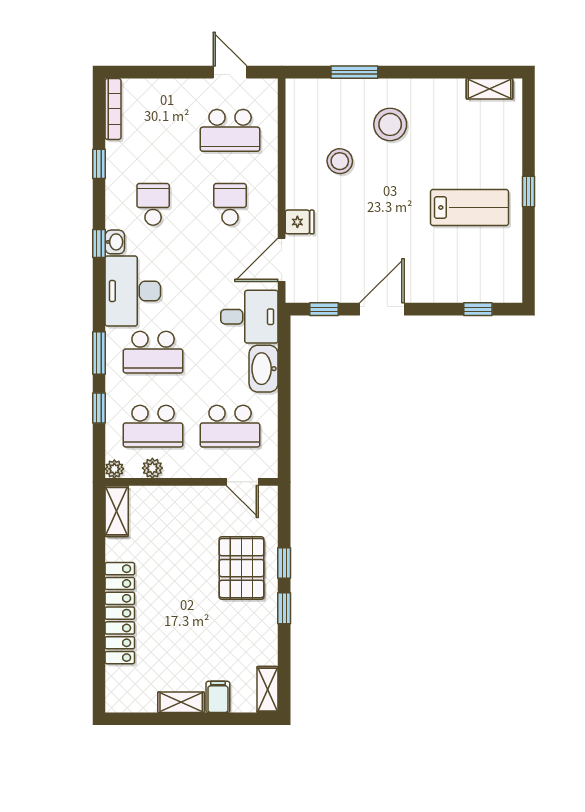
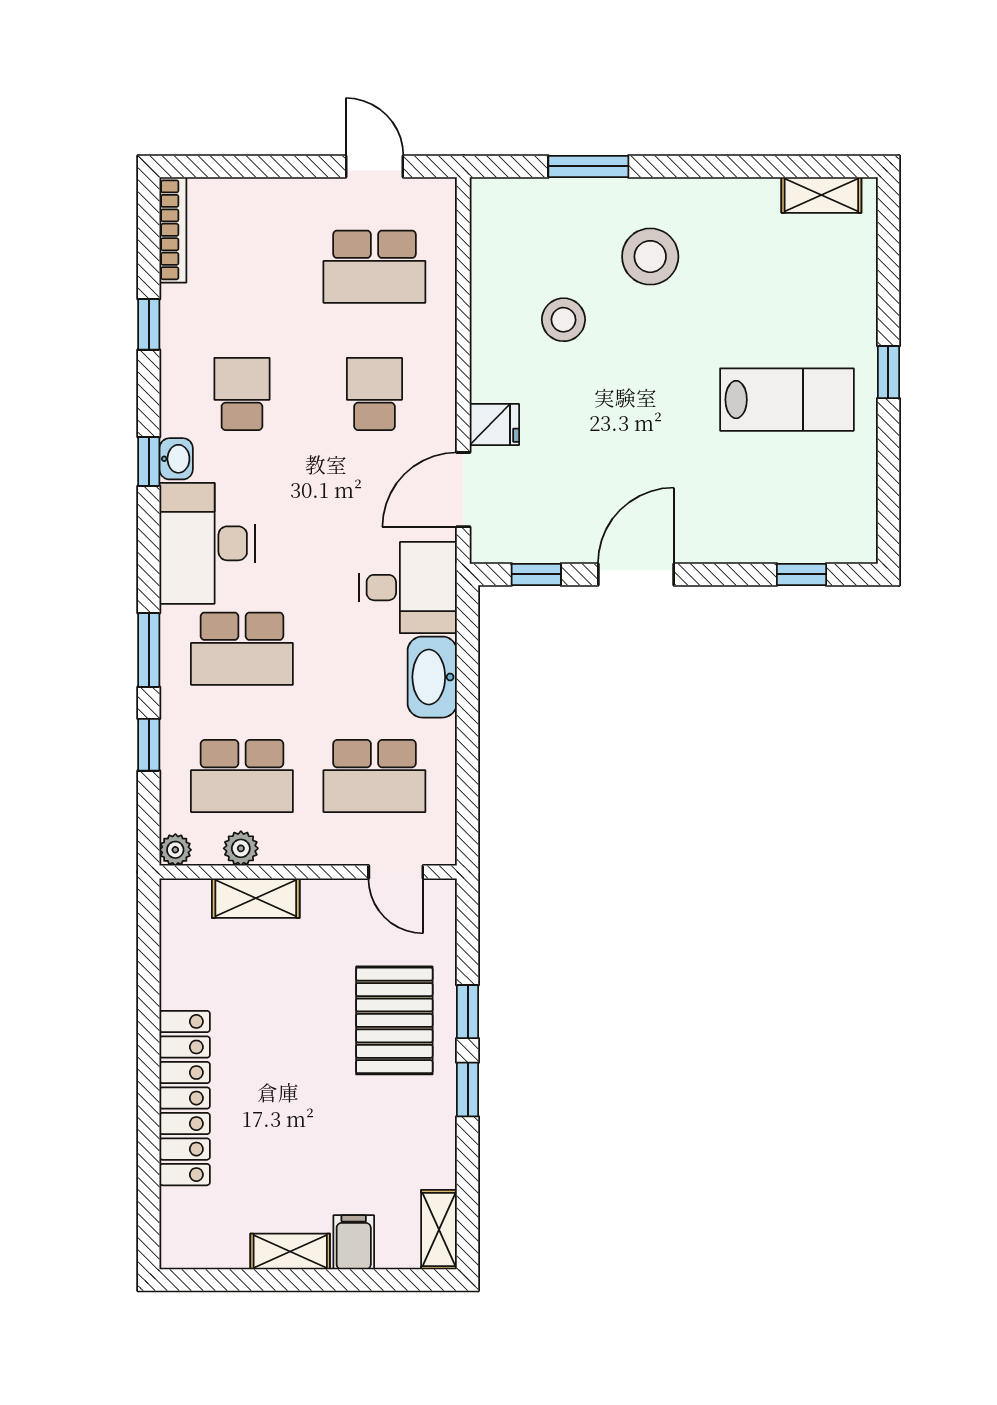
shelving: (117, 511) -> (256, 898), moved, turned 90

